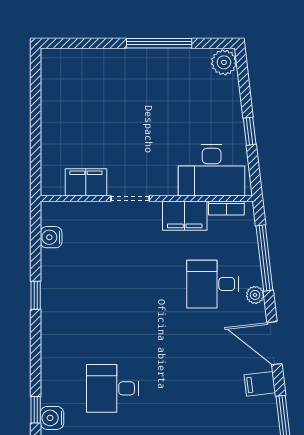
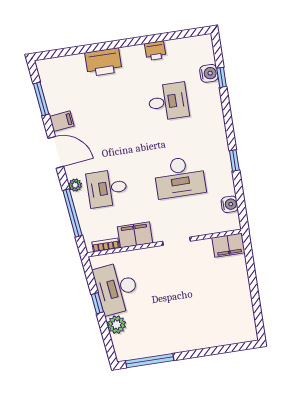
window: (159, 43) -> (150, 361), moved
plant: (224, 62) -> (116, 325), moved
desk: (212, 170) -> (117, 288), moved, turned -97
filing cabinet: (86, 182) -> (228, 245), moved
desk: (113, 284) -> (180, 177), added
desk: (213, 284) -> (107, 188), turned 180

